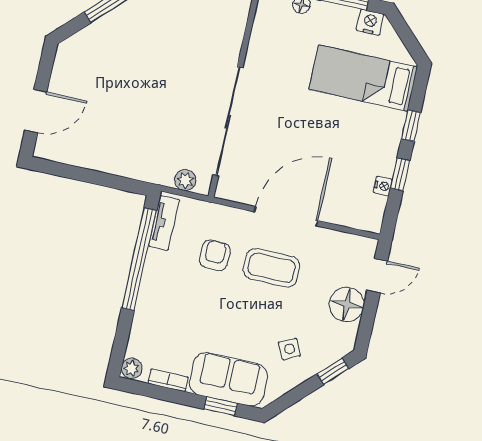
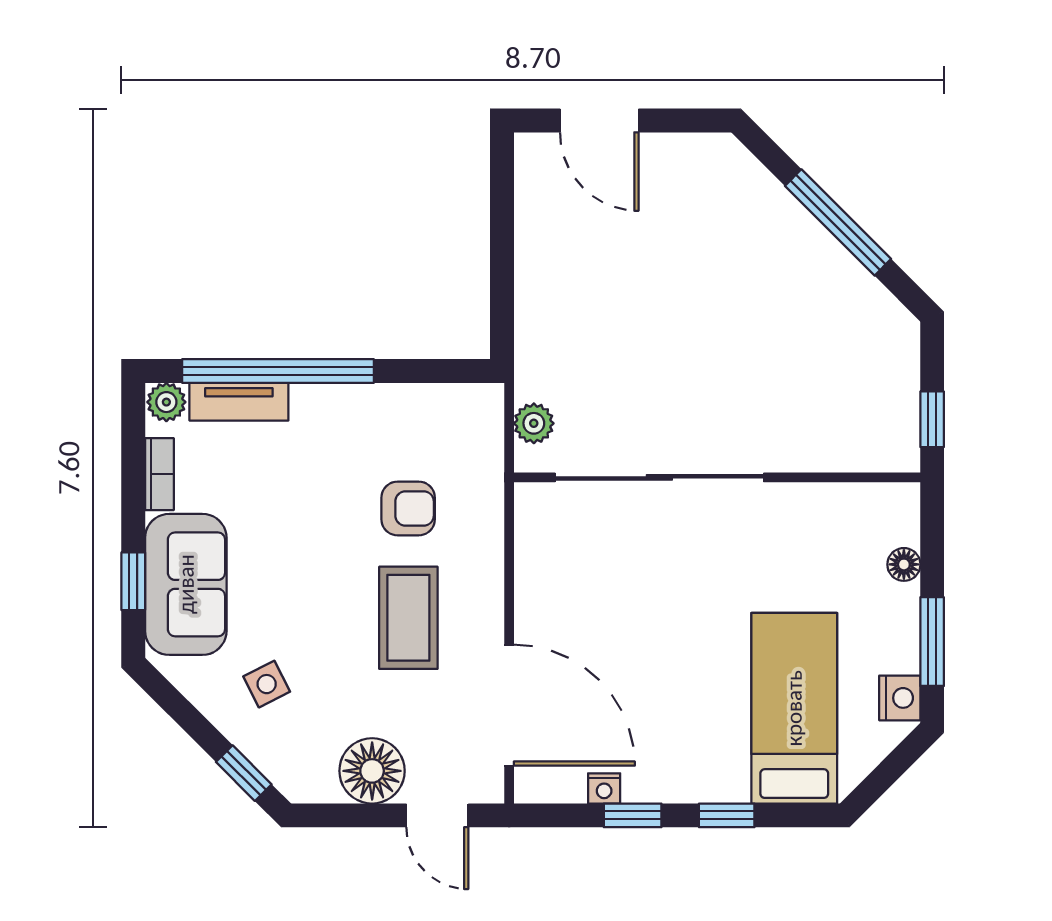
door: (286, 216) -> (509, 705), moved
tv unit: (164, 223) -> (239, 402), moved
window: (139, 259) -> (278, 371), moved

